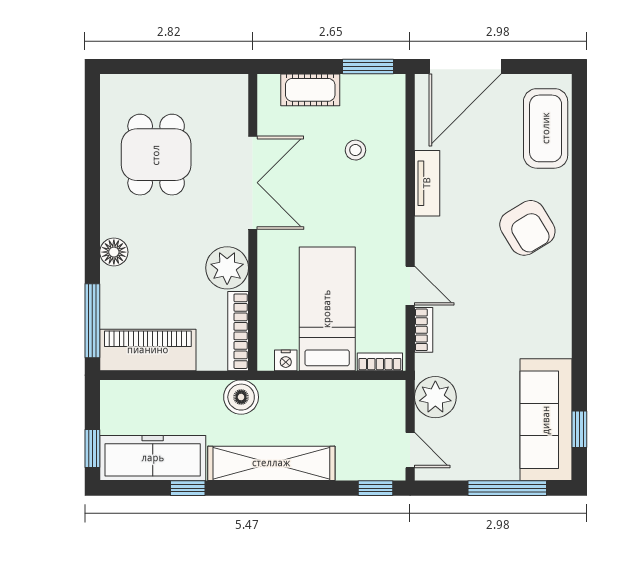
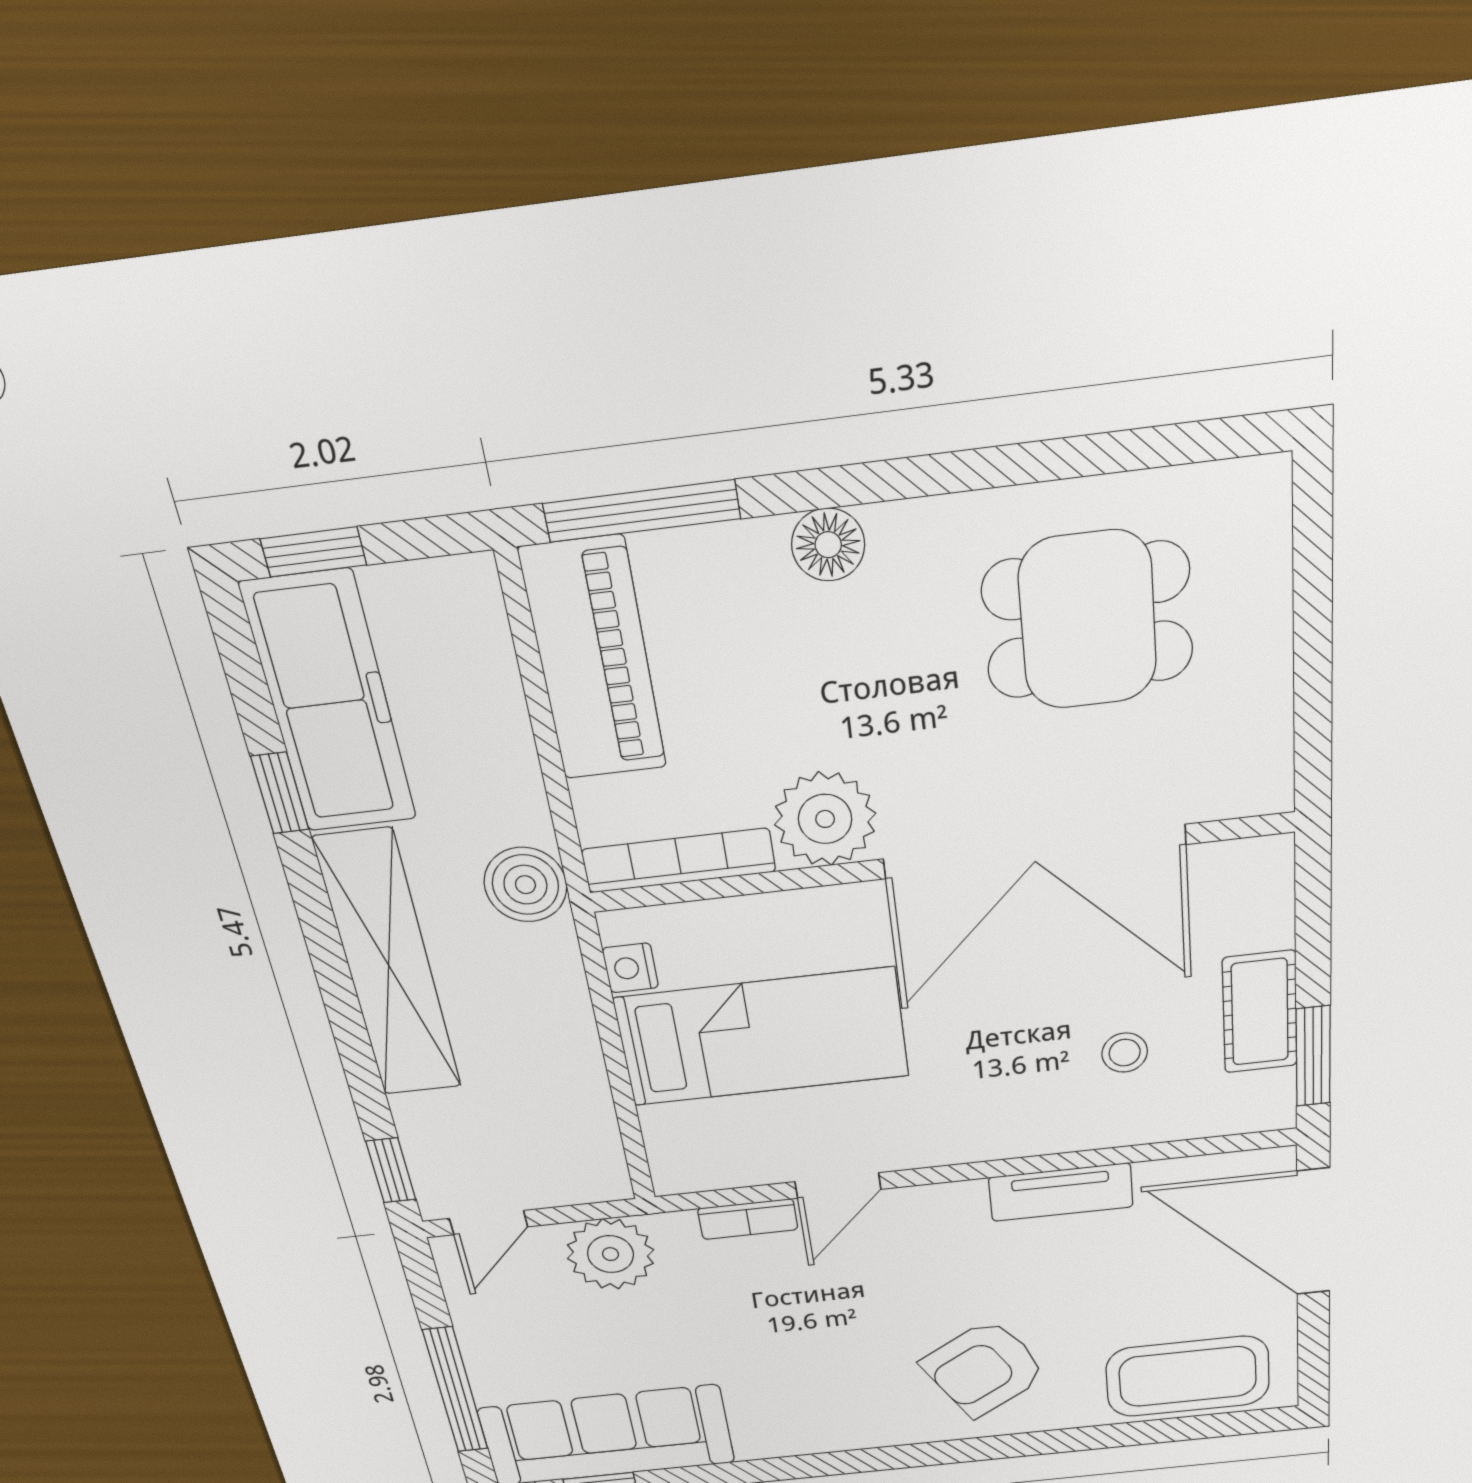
cot: (310, 90) -> (1260, 1012), moved
double door: (253, 183) -> (1034, 852), width x1.36
bookcase: (380, 362) -> (664, 1149), removed

